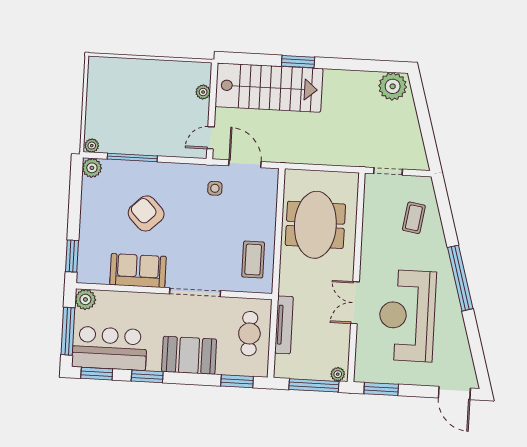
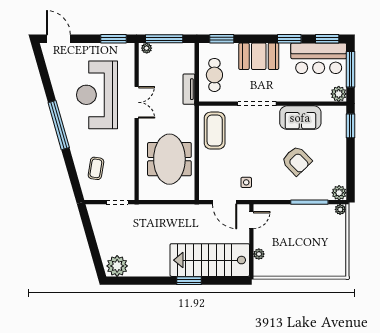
coffee table: (253, 260) -> (215, 131), width x1.36, depth x1.32
reception desk: (407, 316) -> (97, 95), turned 180
tv unit: (284, 325) -> (189, 89), width x0.71

